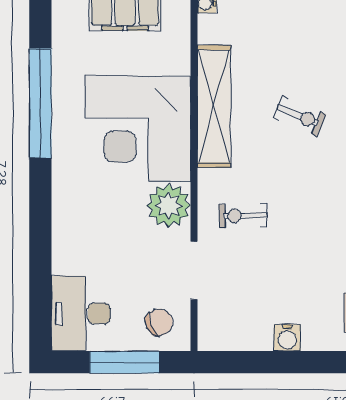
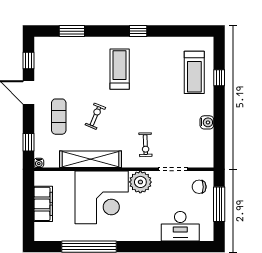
exercise mat: (299, 43) -> (59, 117), added
desk: (81, 313) -> (180, 226), moved
chair: (159, 322) -> (199, 187), turned -66

